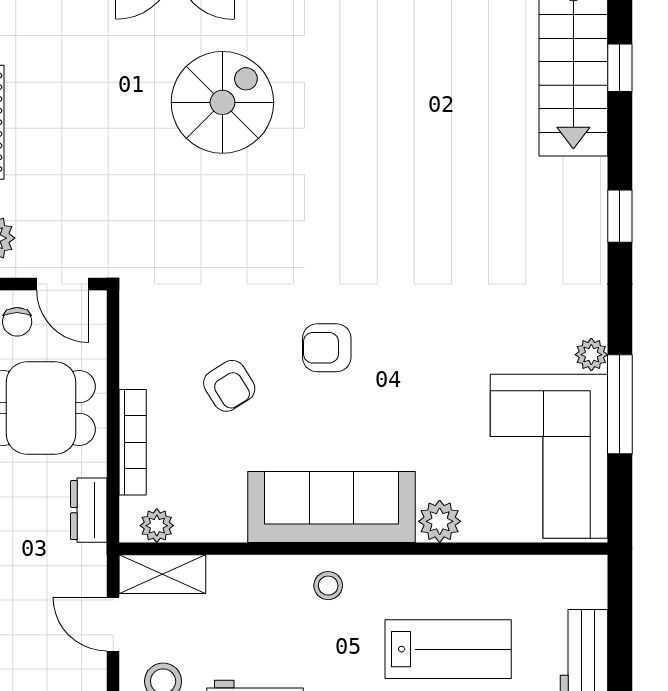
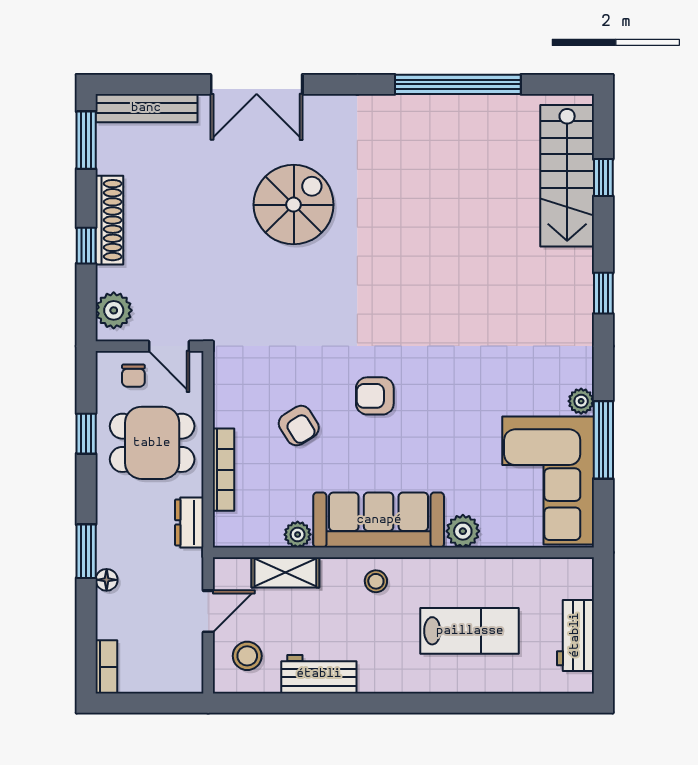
plant: (157, 526) -> (298, 535), moved
shelving: (162, 574) -> (285, 572), moved
door: (113, 624) -> (208, 611), swing flipped

